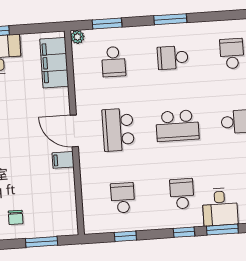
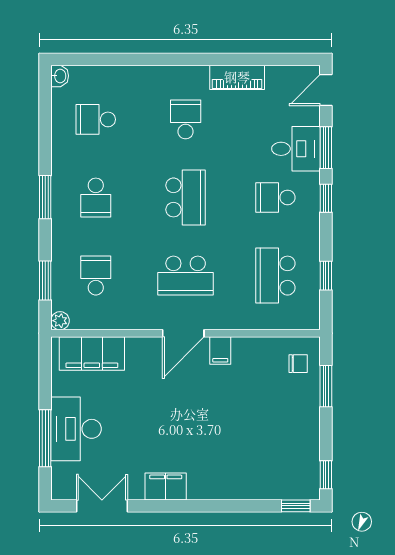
school desk: (113, 62) -> (96, 276), turned -90
school desk: (123, 198) -> (275, 276), width x1.85
chair: (16, 217) -> (298, 364), moved

